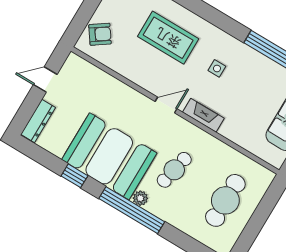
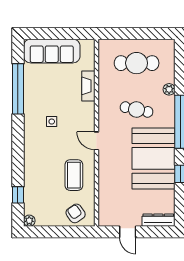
coffee table: (168, 38) -> (74, 175), moved, width x0.73, depth x0.76
fireplace: (203, 115) -> (88, 86), moved
plant: (140, 198) -> (169, 89), moved

